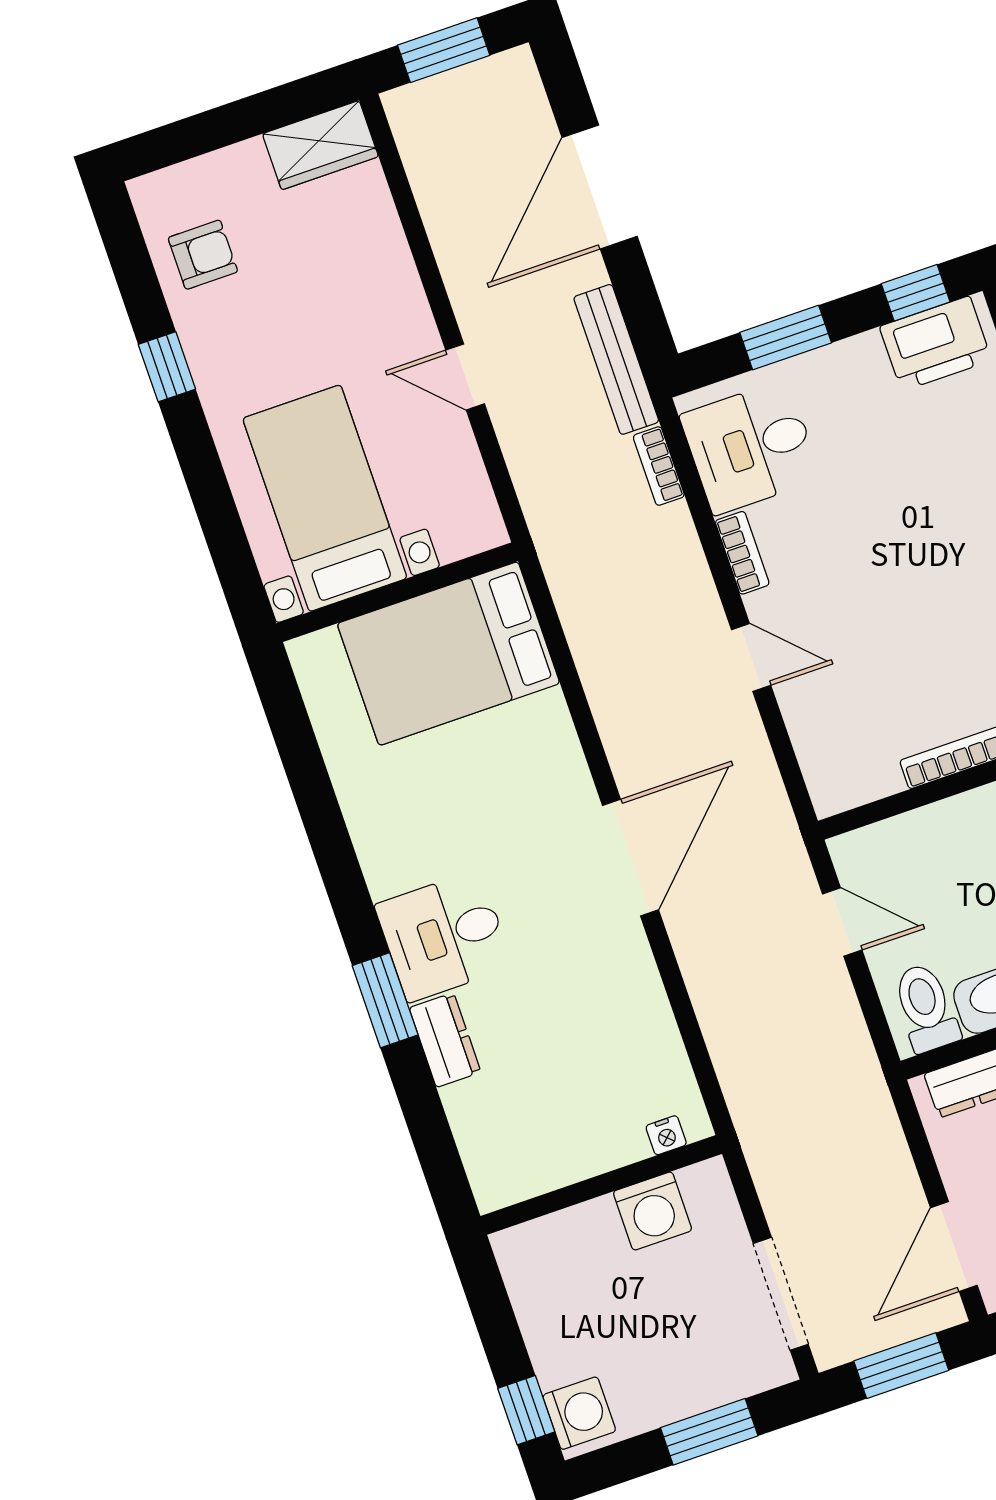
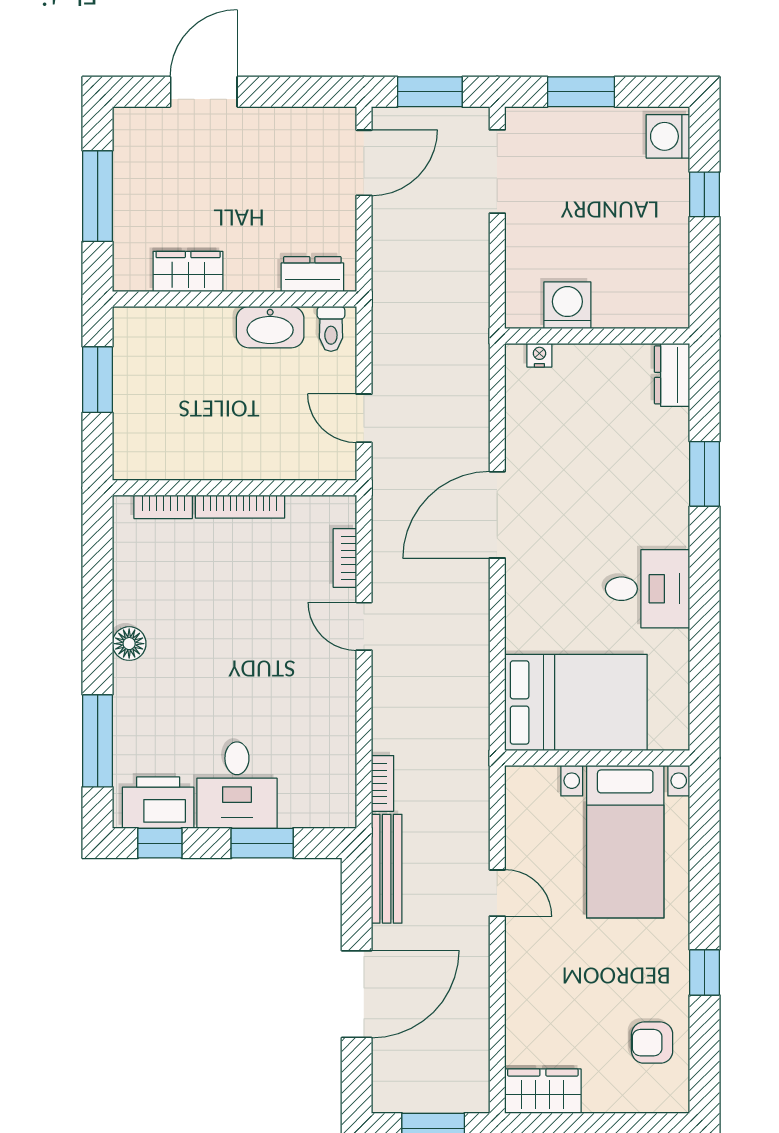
desk: (751, 447) -> (237, 785), moved, turned 90
bookcase: (742, 553) -> (345, 558), moved
desk: (444, 936) -> (648, 589), moved
toilet: (926, 1008) -> (331, 329), width x0.73, depth x0.72
dresser: (445, 1040) -> (672, 375), moved
nightstand: (666, 1135) -> (539, 355), moved
wall: (601, 1185) -> (597, 336), moved
washing machine: (653, 1211) -> (567, 305), moved
window: (526, 1410) -> (704, 194), moved

